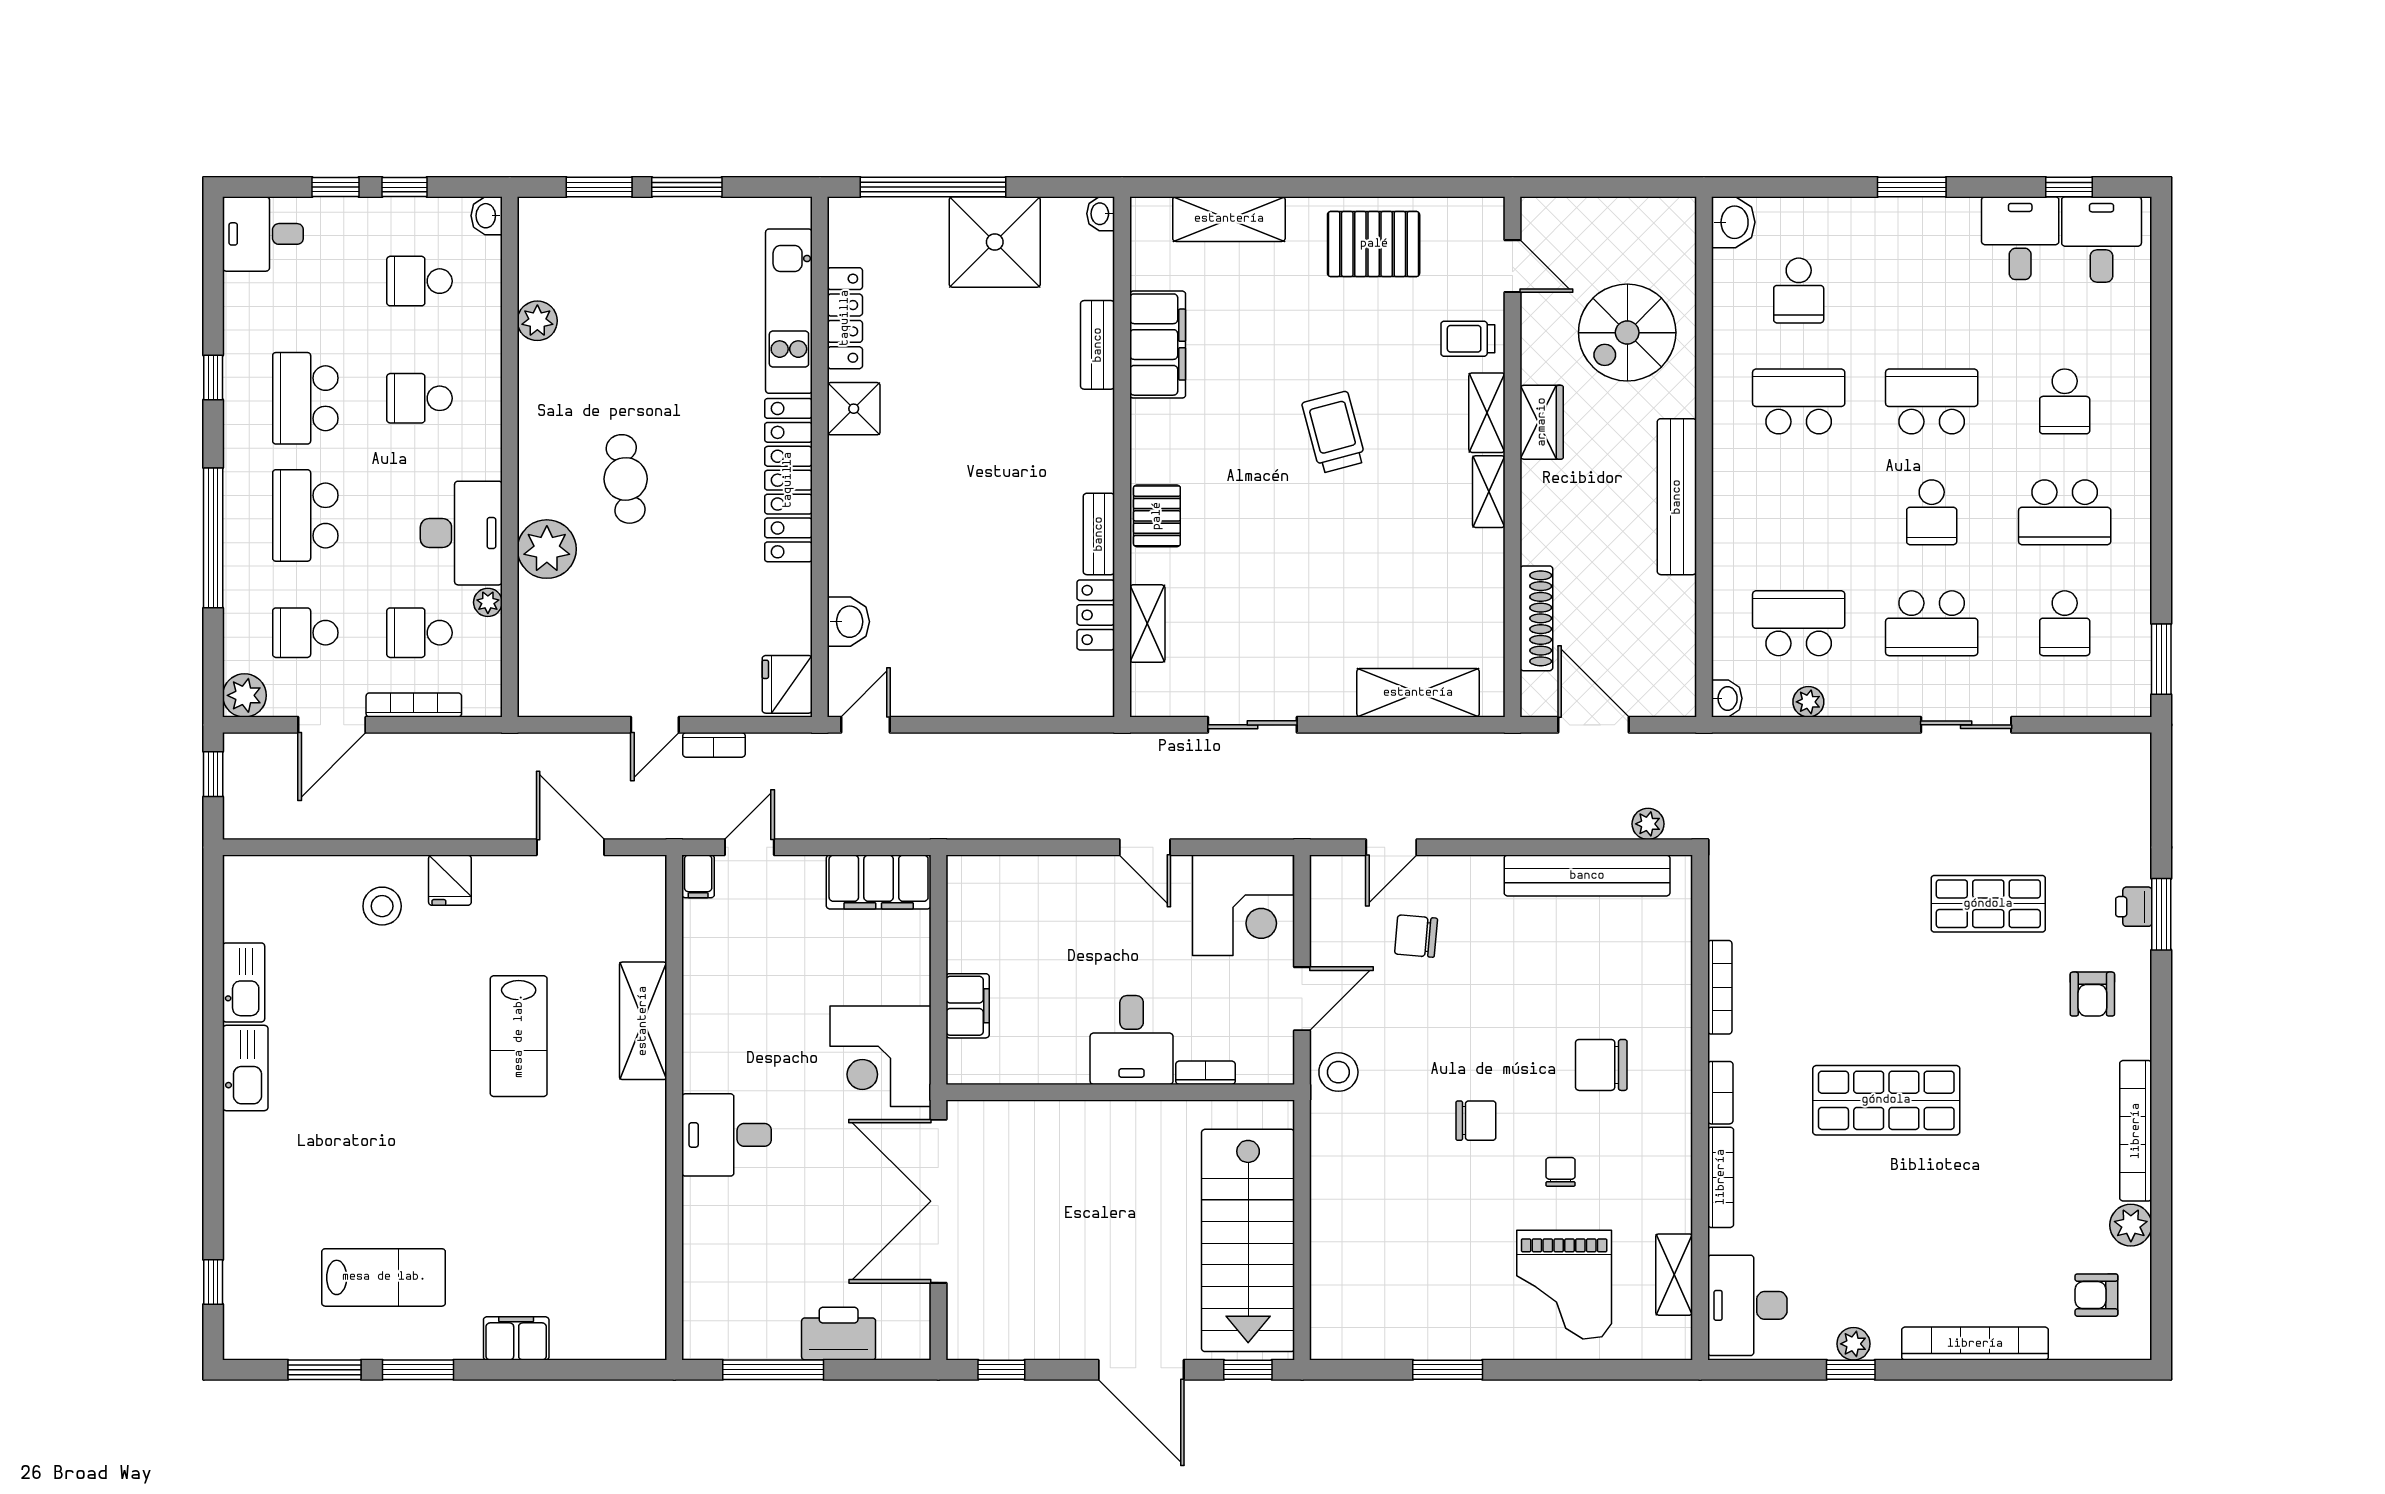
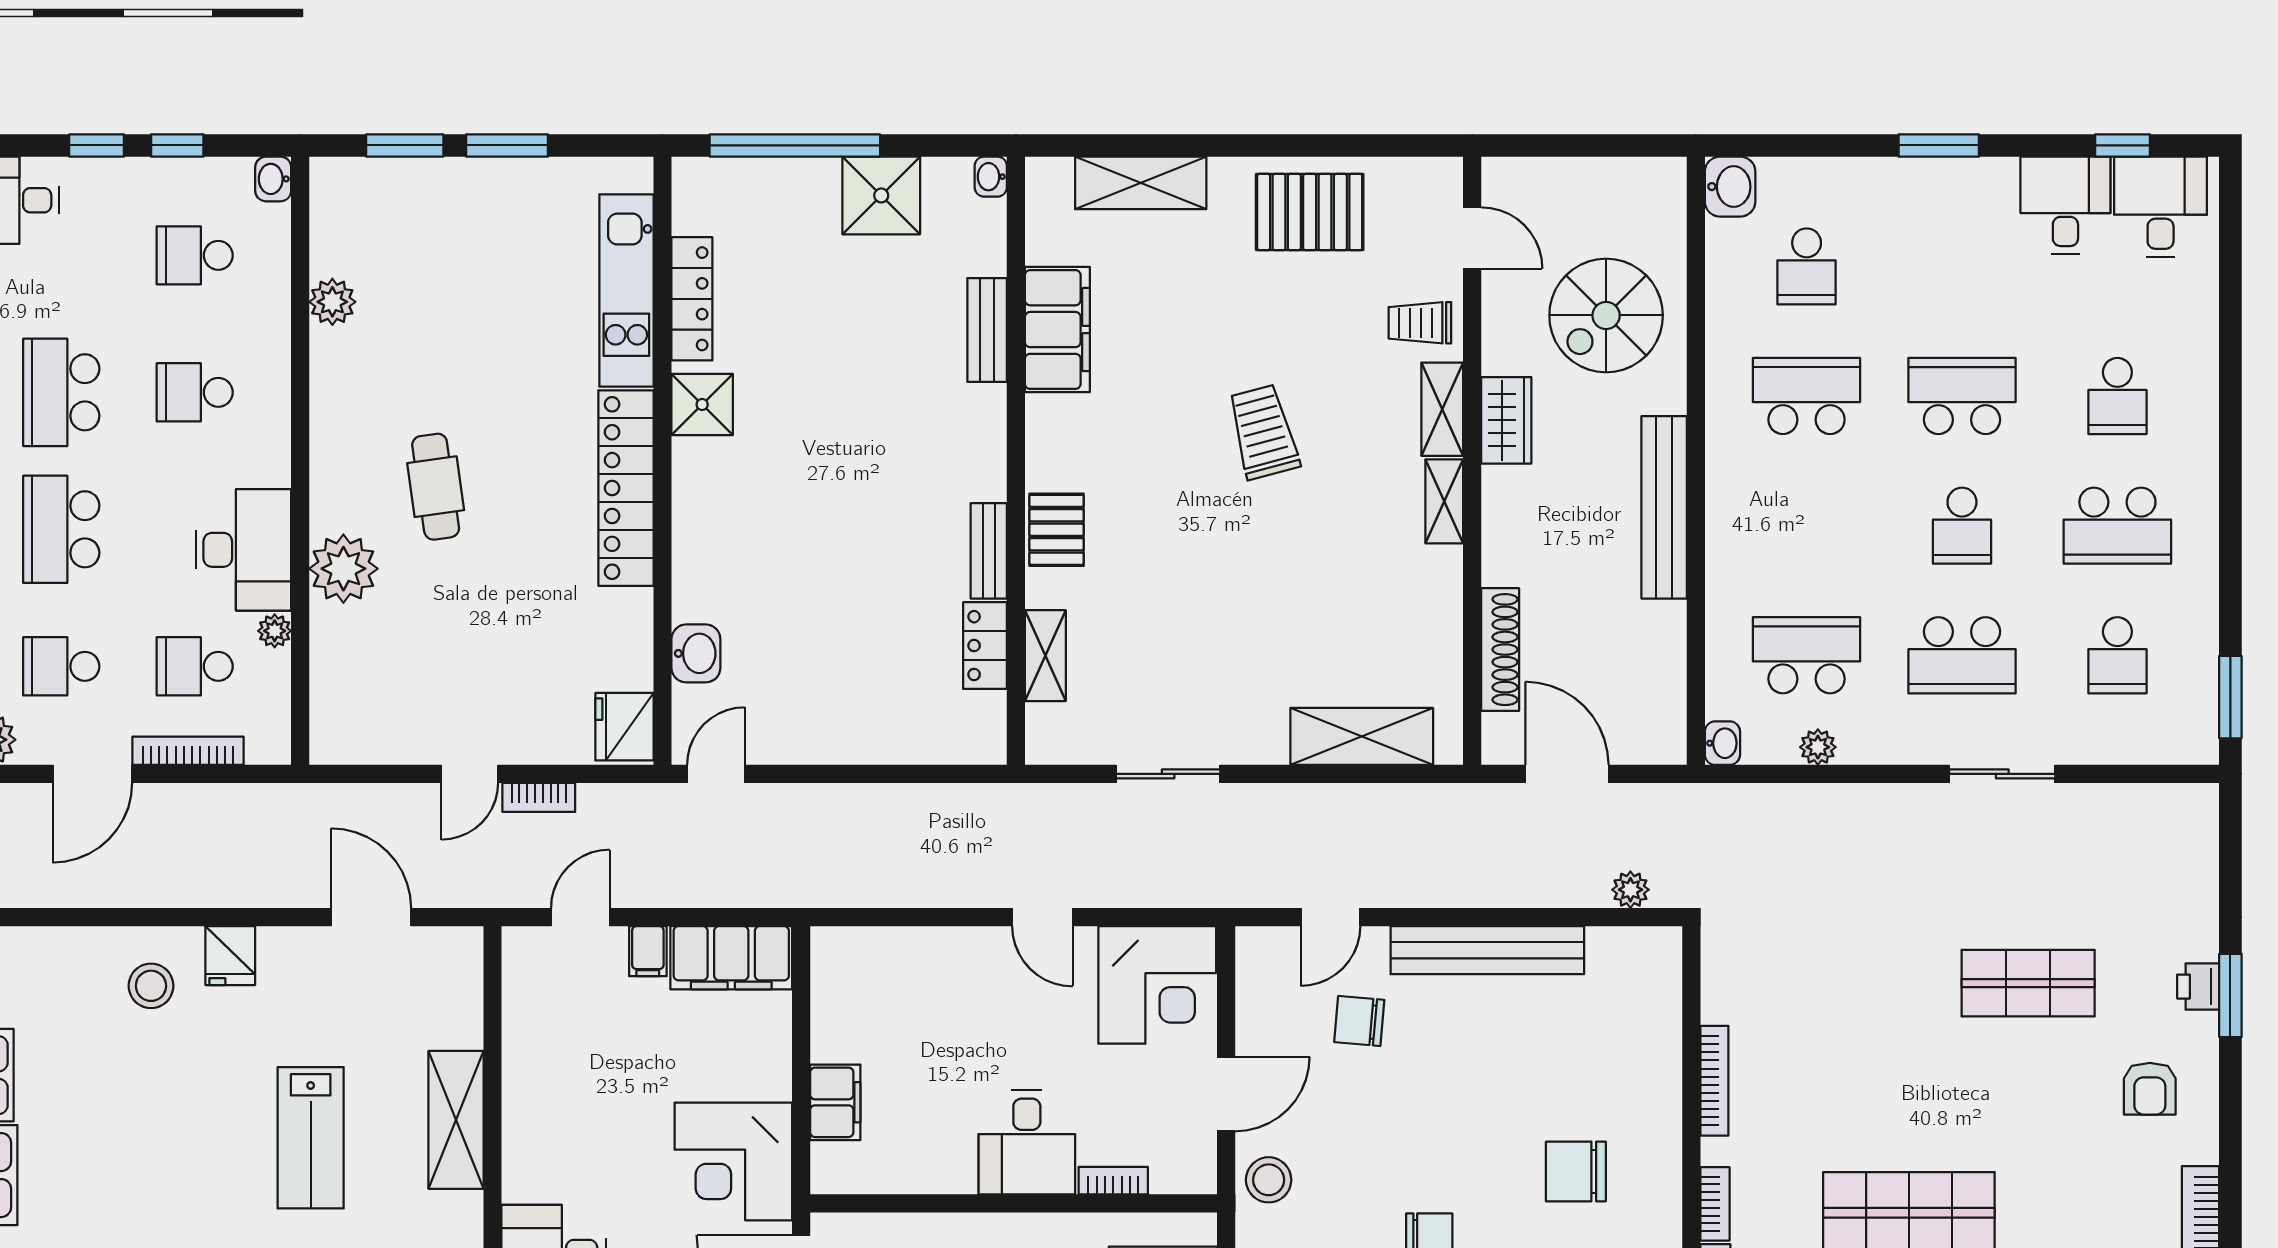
shower: (995, 242) -> (881, 195), width x0.73, depth x0.73
filing cabinet: (698, 876) -> (648, 951), moved
bench: (1587, 876) -> (1487, 950), moved

